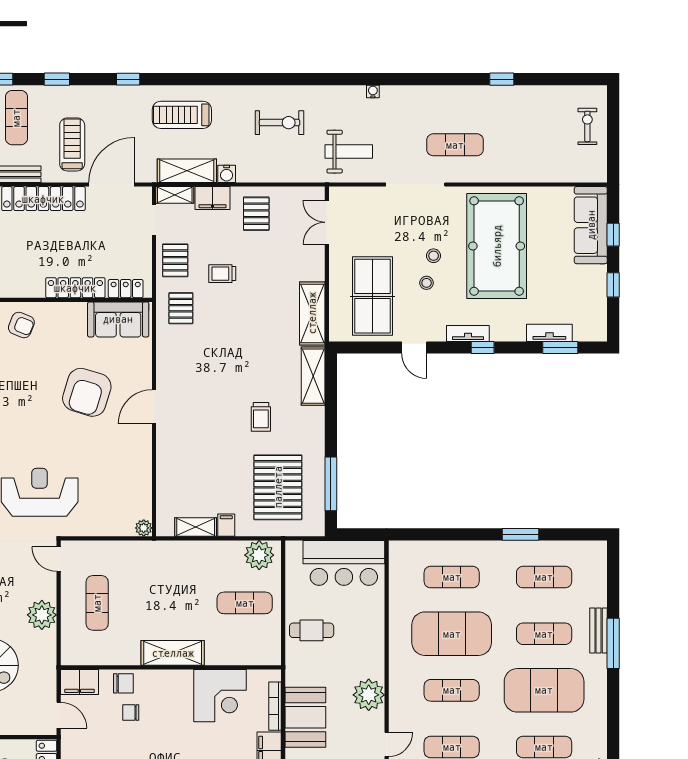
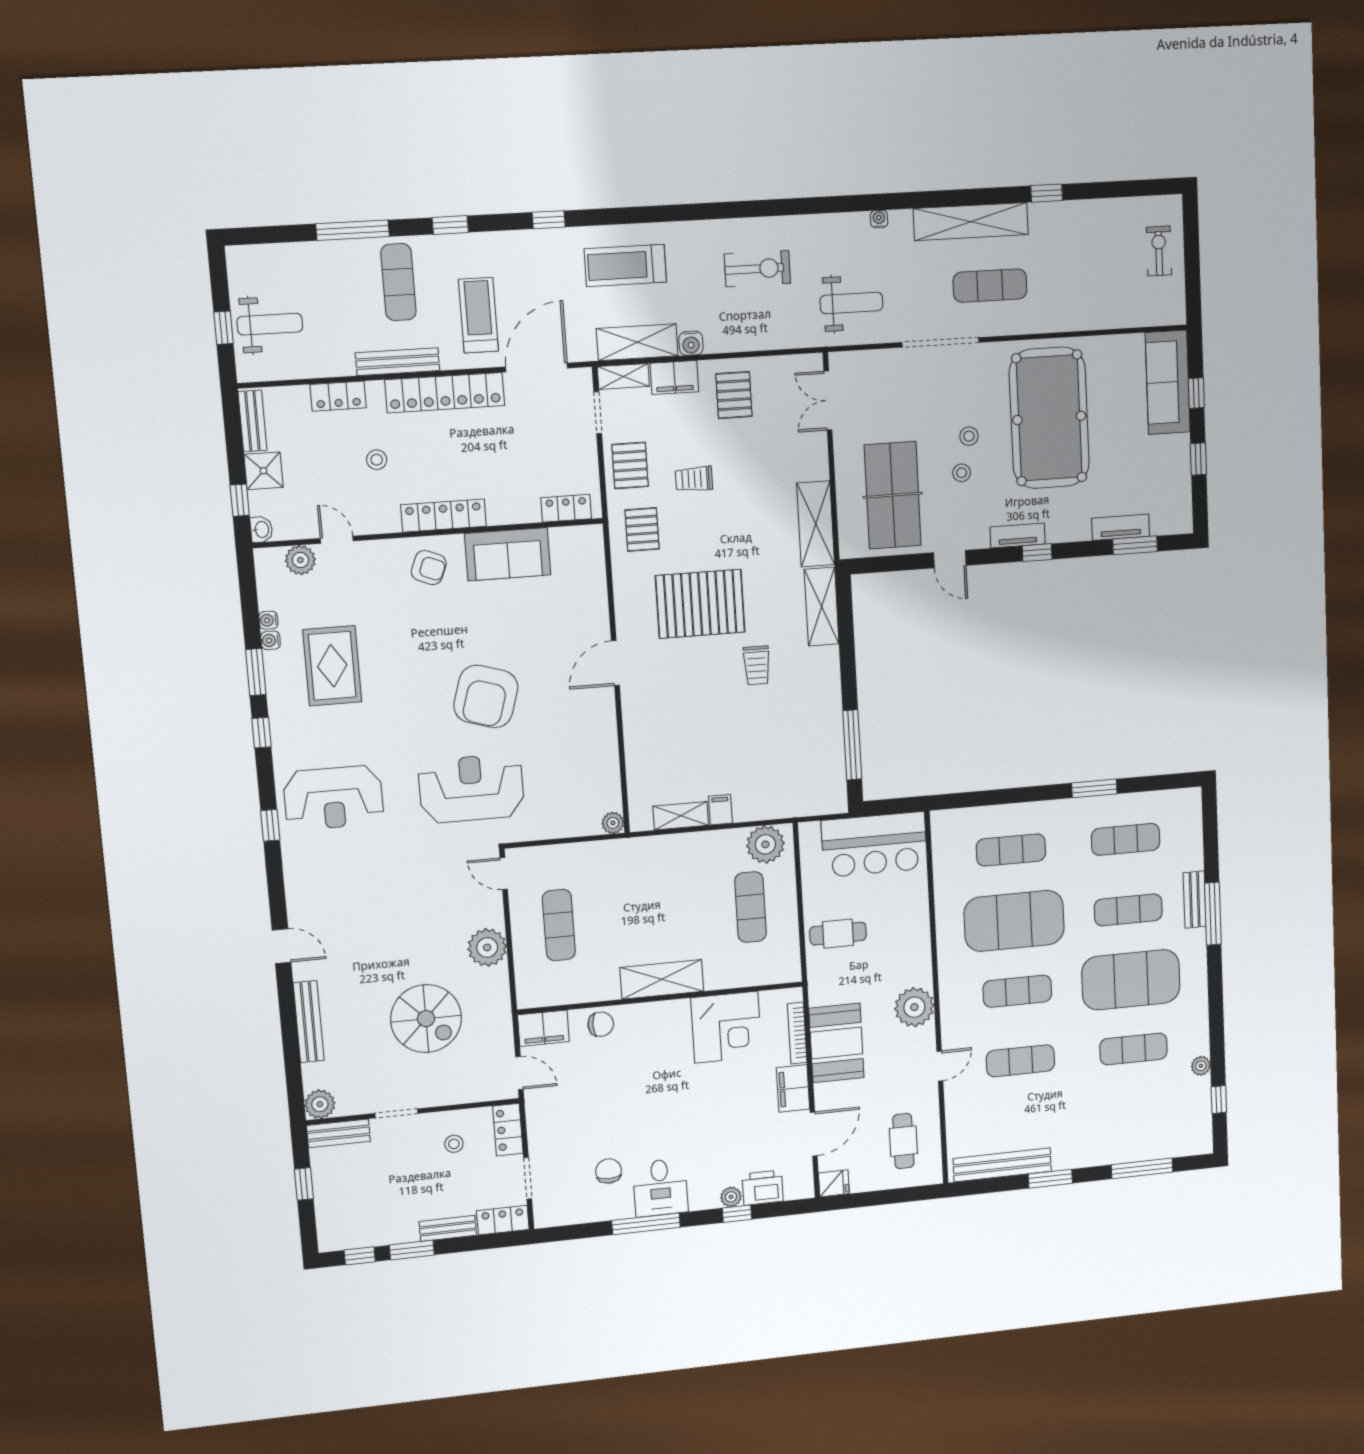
shelving: (443, 97) -> (971, 222), added
locker: (75, 288) -> (443, 516), moved
sofa: (118, 319) -> (508, 554), moved
armchair: (87, 392) -> (486, 696), moved
pallet: (278, 487) -> (700, 604), moved, turned 90
exercise mat: (245, 603) -> (751, 907), turned 90
chair: (131, 712) -> (613, 1060), removed

